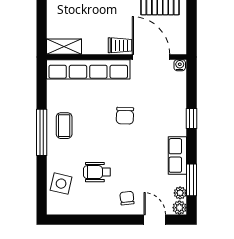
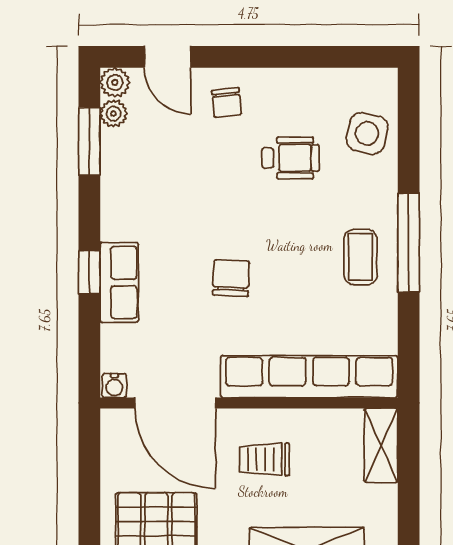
trolley: (120, 45) -> (264, 459), moved
shelving: (64, 47) -> (381, 445), moved, turned 90
row of seats: (177, 155) -> (119, 282), moved

